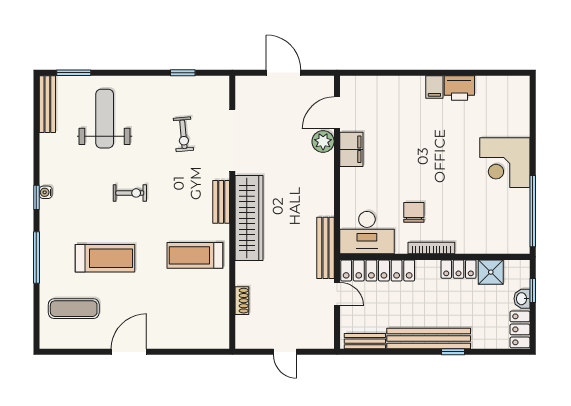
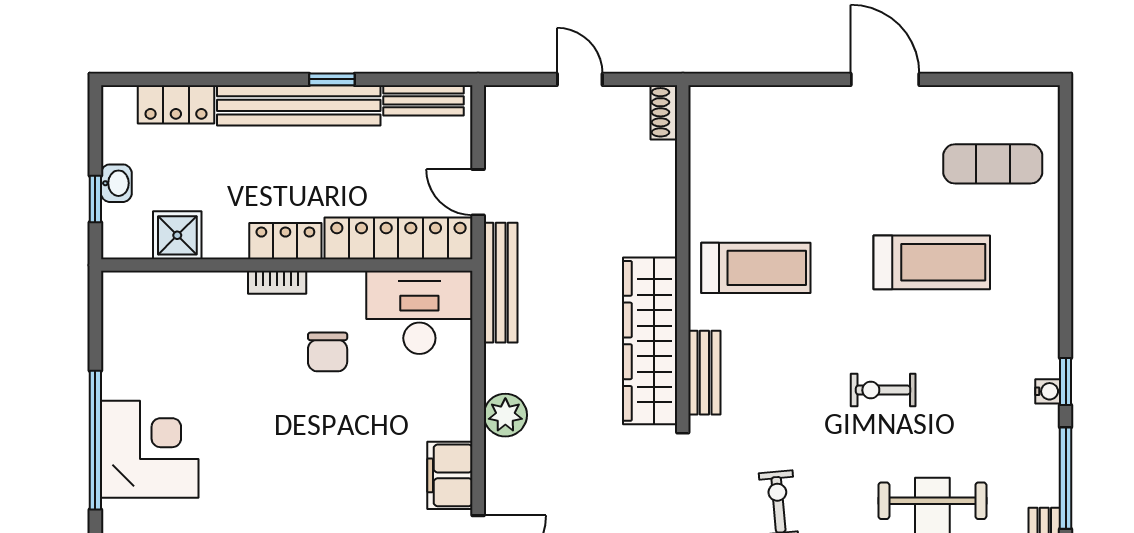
plant: (323, 141) -> (505, 415), moved
window: (533, 211) -> (95, 440), moved
bookcase: (431, 248) -> (277, 282), width x0.64
window: (36, 257) -> (1066, 478), moved
treadmill: (105, 258) -> (932, 262), turned 180
locker: (459, 269) -> (285, 241), moved
shoe rack: (242, 301) -> (664, 112), moved
locker: (520, 329) -> (176, 104), moved, turned 90
door: (129, 352) -> (885, 79), swing flipped
window: (453, 352) -> (332, 79), moved

